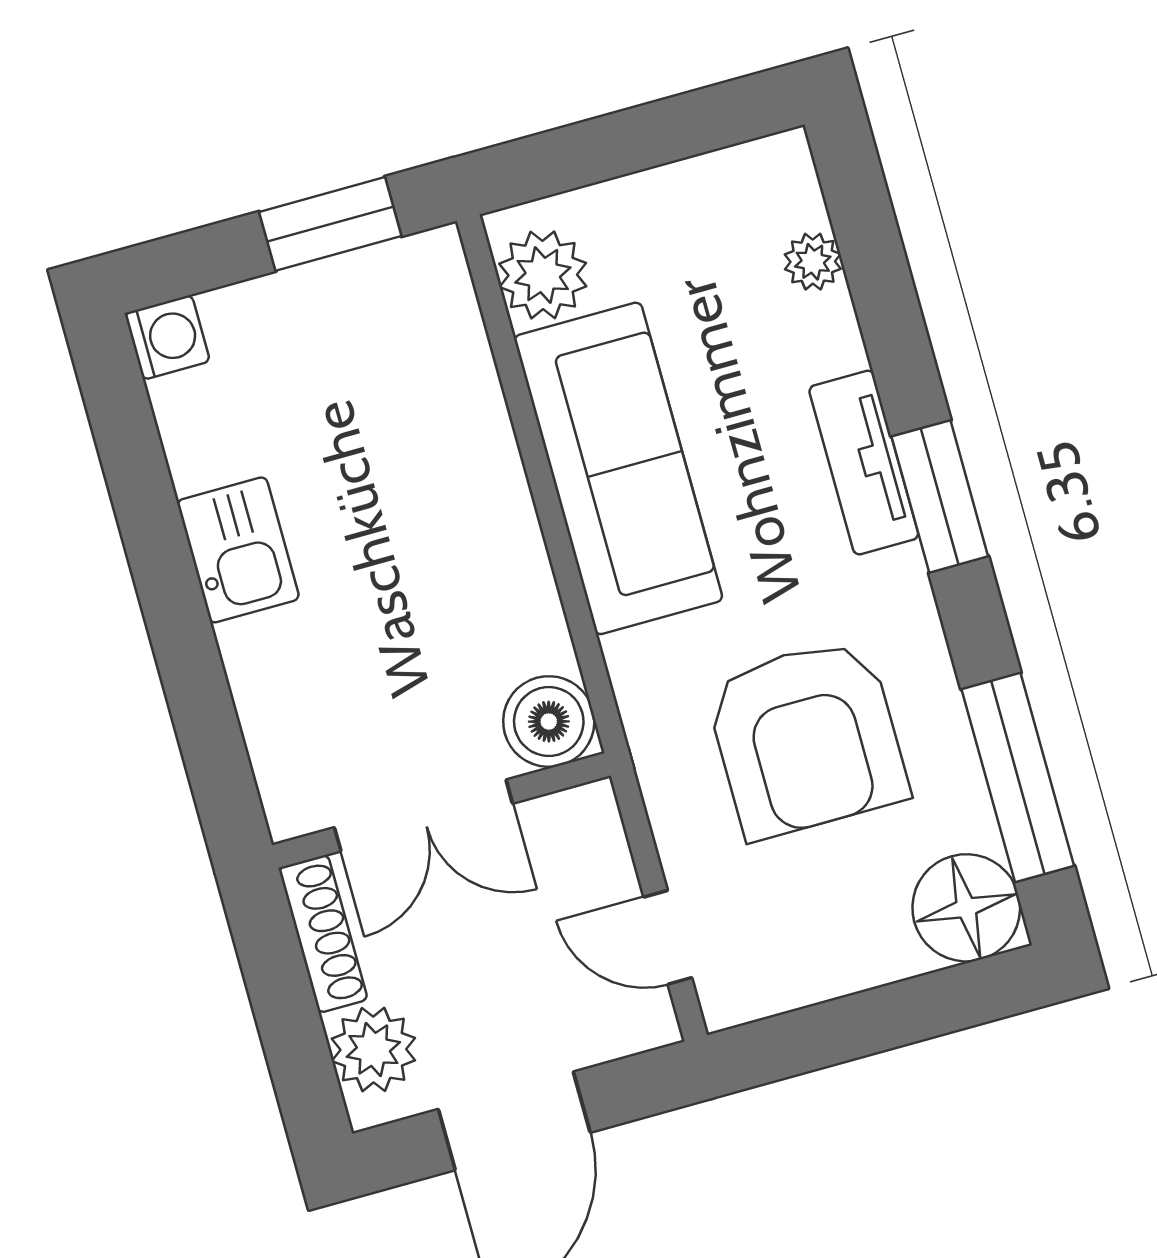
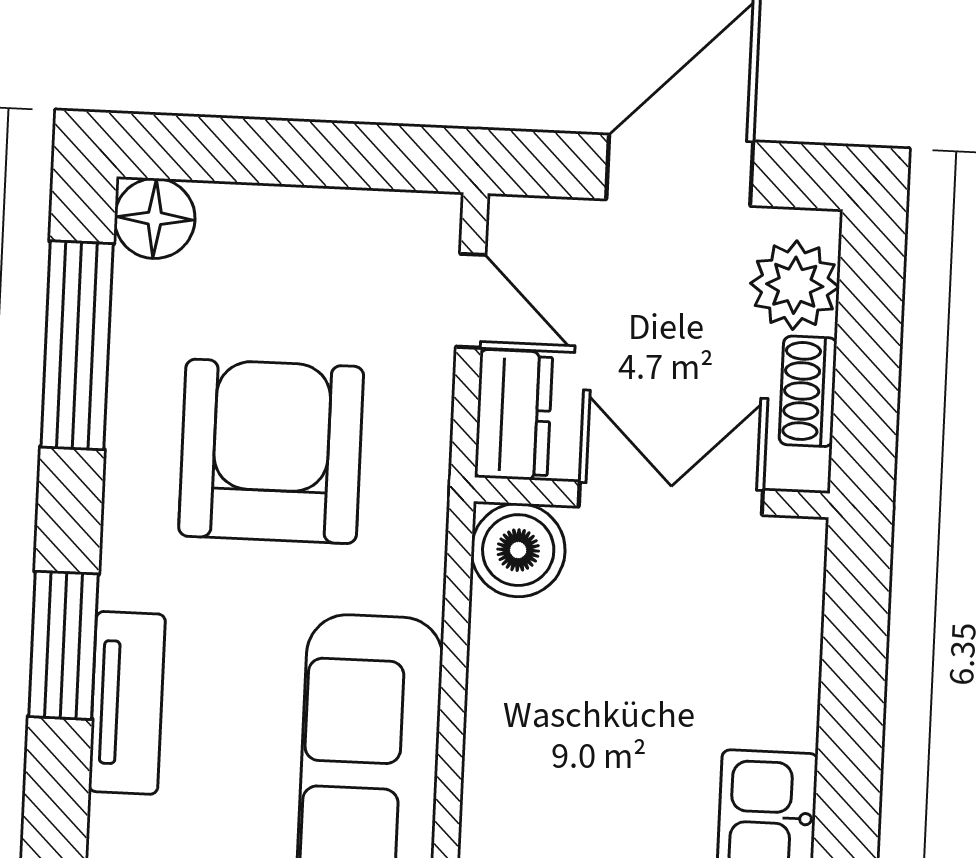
dresser: (594, 845) -> (514, 415), added
floor lamp: (966, 908) -> (155, 218), width x0.73, depth x0.73
shoe rack: (323, 934) -> (808, 391), width x0.70

